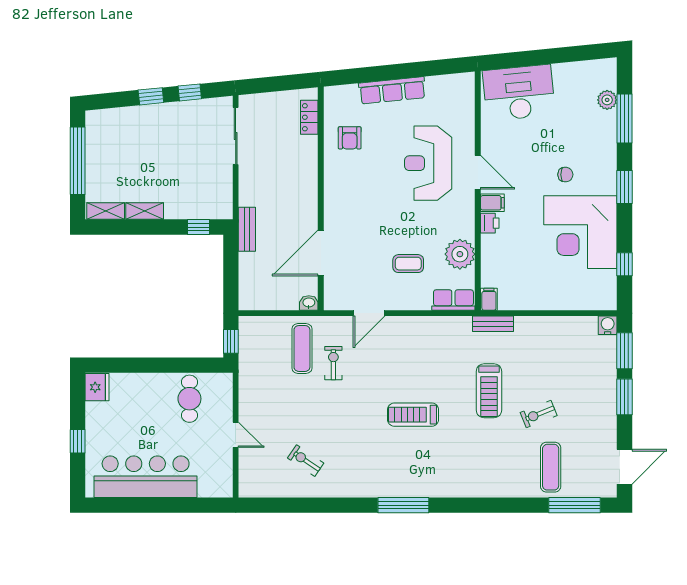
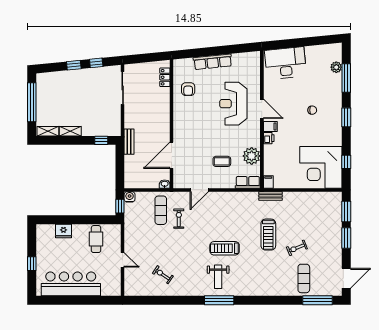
corner desk: (580, 232) -> (321, 167), moved
water cooler: (608, 325) -> (130, 197), moved
fridge: (97, 387) -> (63, 231), moved, turned 90
weight bench: (402, 464) -> (218, 277), added

